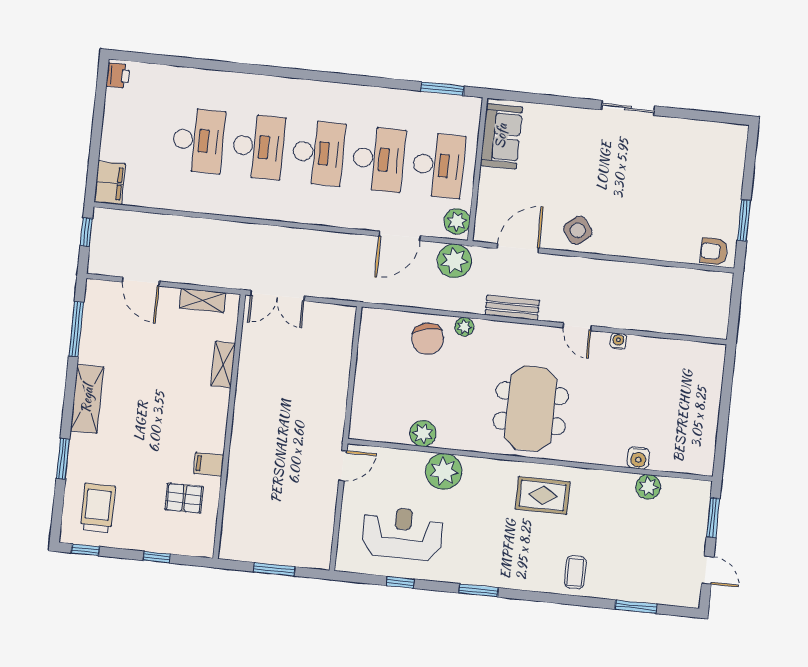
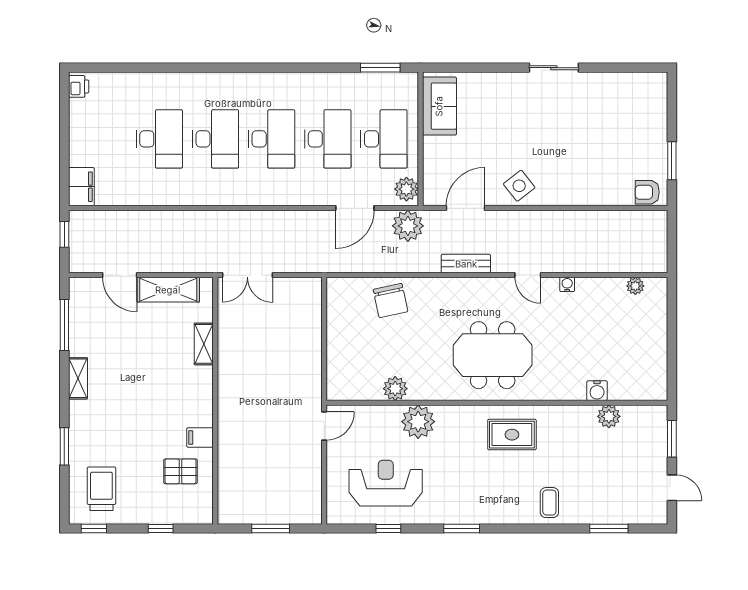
shelving: (203, 300) -> (168, 290), width x1.50, depth x1.33
plant: (464, 327) -> (635, 286), moved
shelving: (87, 399) -> (78, 378), width x0.67, depth x0.75
meeting table: (531, 408) -> (493, 355), turned 90

